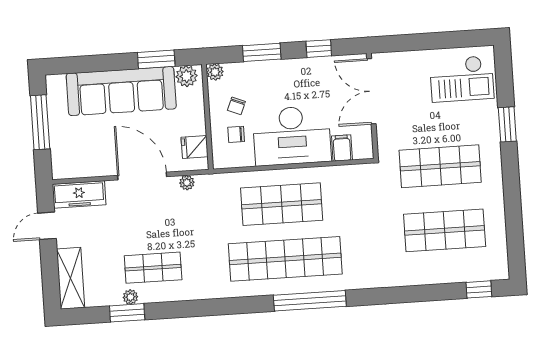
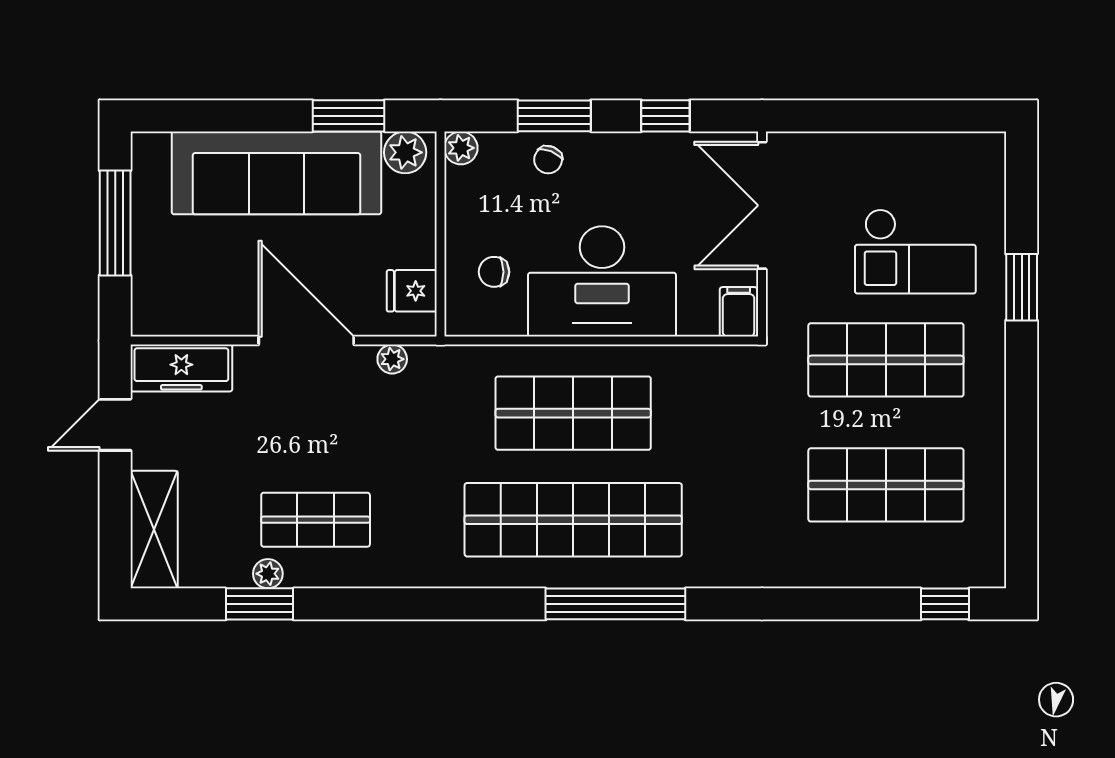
checkout: (462, 79) -> (915, 251), moved
chair: (236, 106) -> (548, 160), moved
filing cabinet: (342, 148) -> (739, 312), moved

